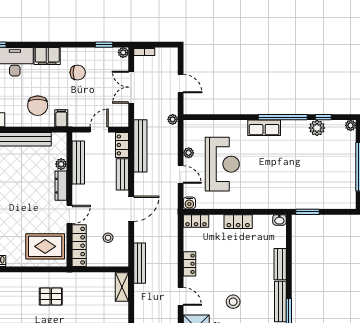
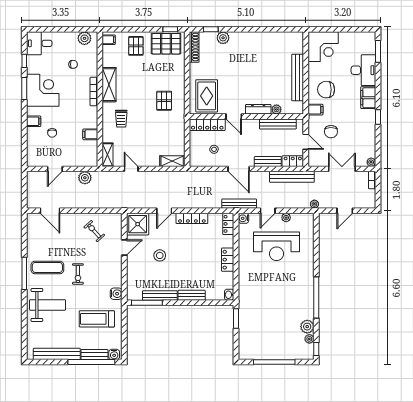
window: (104, 45) -> (378, 117), moved
chair: (78, 73) -> (331, 132), moved
window: (323, 117) -> (316, 349), moved
plant: (351, 125) -> (309, 339), moved
row of seats: (264, 128) -> (307, 282), removed
bench: (140, 263) -> (239, 204), moved
locker: (189, 264) -> (192, 218), width x1.53

